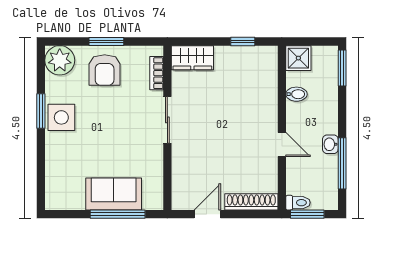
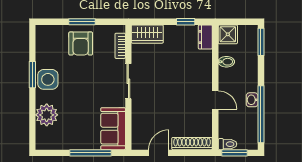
plant: (60, 60) -> (47, 115), moved
dresser: (269, 62) -> (205, 37), added
window: (342, 163) -> (261, 114), width x1.46
sofa: (114, 194) -> (113, 129), moved, turned -90

